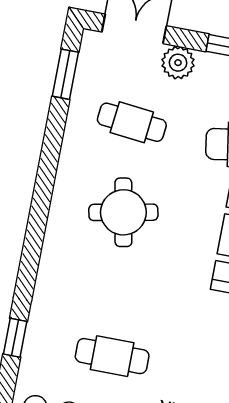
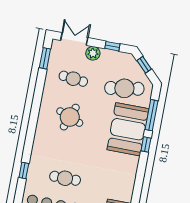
round table: (123, 212) -> (70, 117), turned 32

